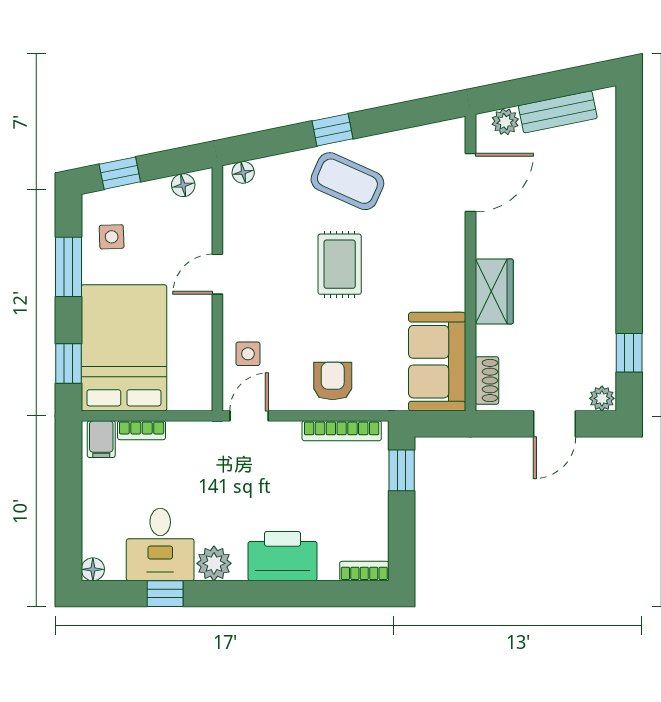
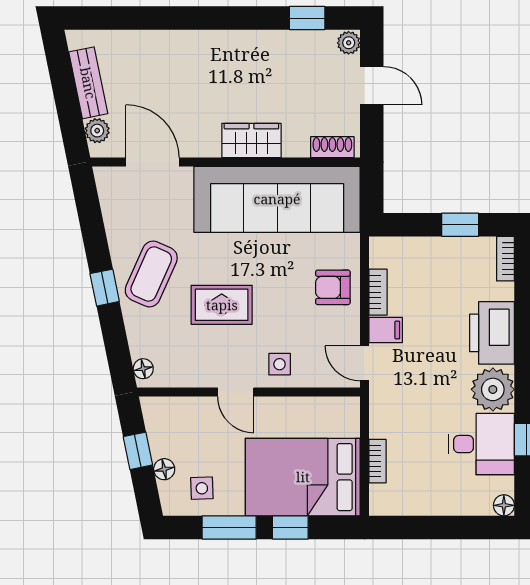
window: (120, 173) -> (138, 451), moved
floor lamp: (183, 185) -> (164, 469), moved
rug: (340, 264) -> (222, 305), moved
side table: (248, 354) -> (280, 364), moved
sofa: (437, 362) -> (277, 199), width x1.85, depth x1.27
window: (68, 363) -> (290, 527), moved
bookcase: (342, 431) -> (378, 292), width x0.64
filing cabinet: (101, 439) -> (386, 330), moved
window: (402, 470) -> (460, 225), moved
plant: (214, 563) -> (493, 389), width x1.36, depth x1.36

